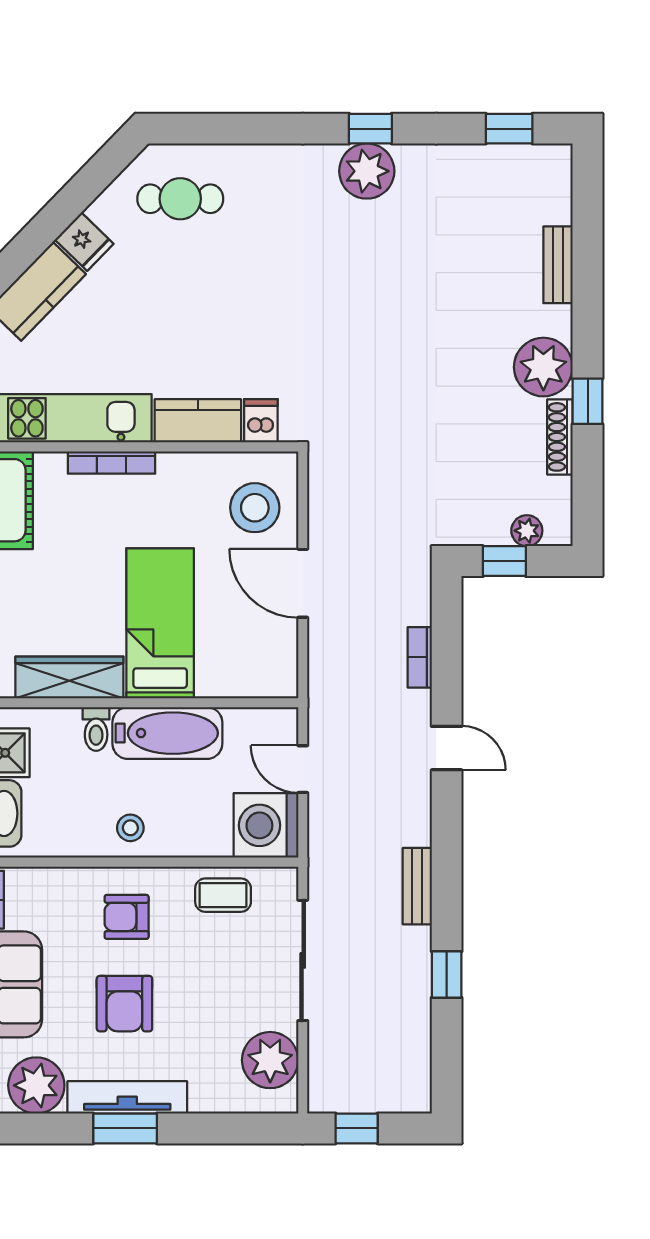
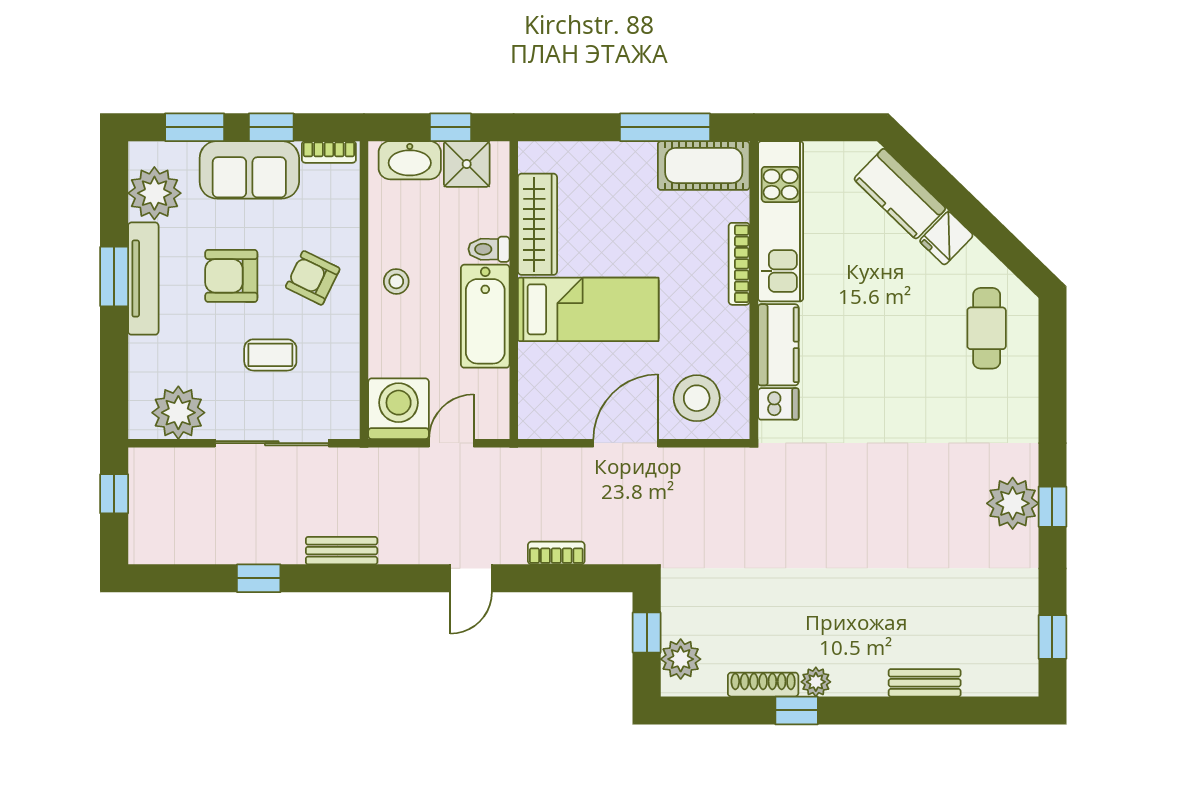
plant: (543, 367) -> (816, 682), width x0.53, depth x0.53
plant: (527, 531) -> (681, 659), width x1.38, depth x1.38
coffee table: (223, 895) -> (270, 355), moved, turned 90
armchair: (127, 917) -> (313, 278), turned -64

